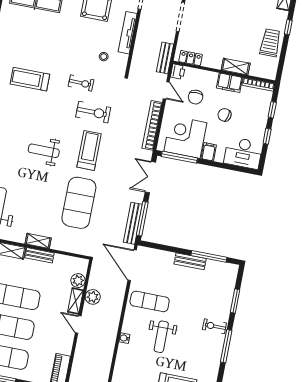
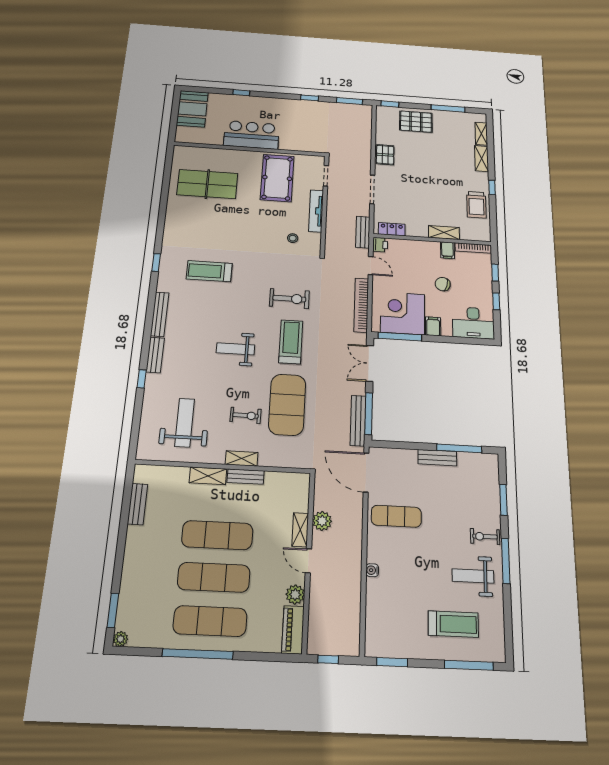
trolley: (270, 43) -> (476, 205), turned 180
exercise bike: (81, 83) -> (246, 415), moved
filing cabinet: (229, 83) -> (447, 250), width x0.50
chair: (196, 97) -> (406, 269), removed
plant: (78, 281) -> (295, 595), moved
weight bench: (161, 337) -> (473, 576), moved, turned 90

